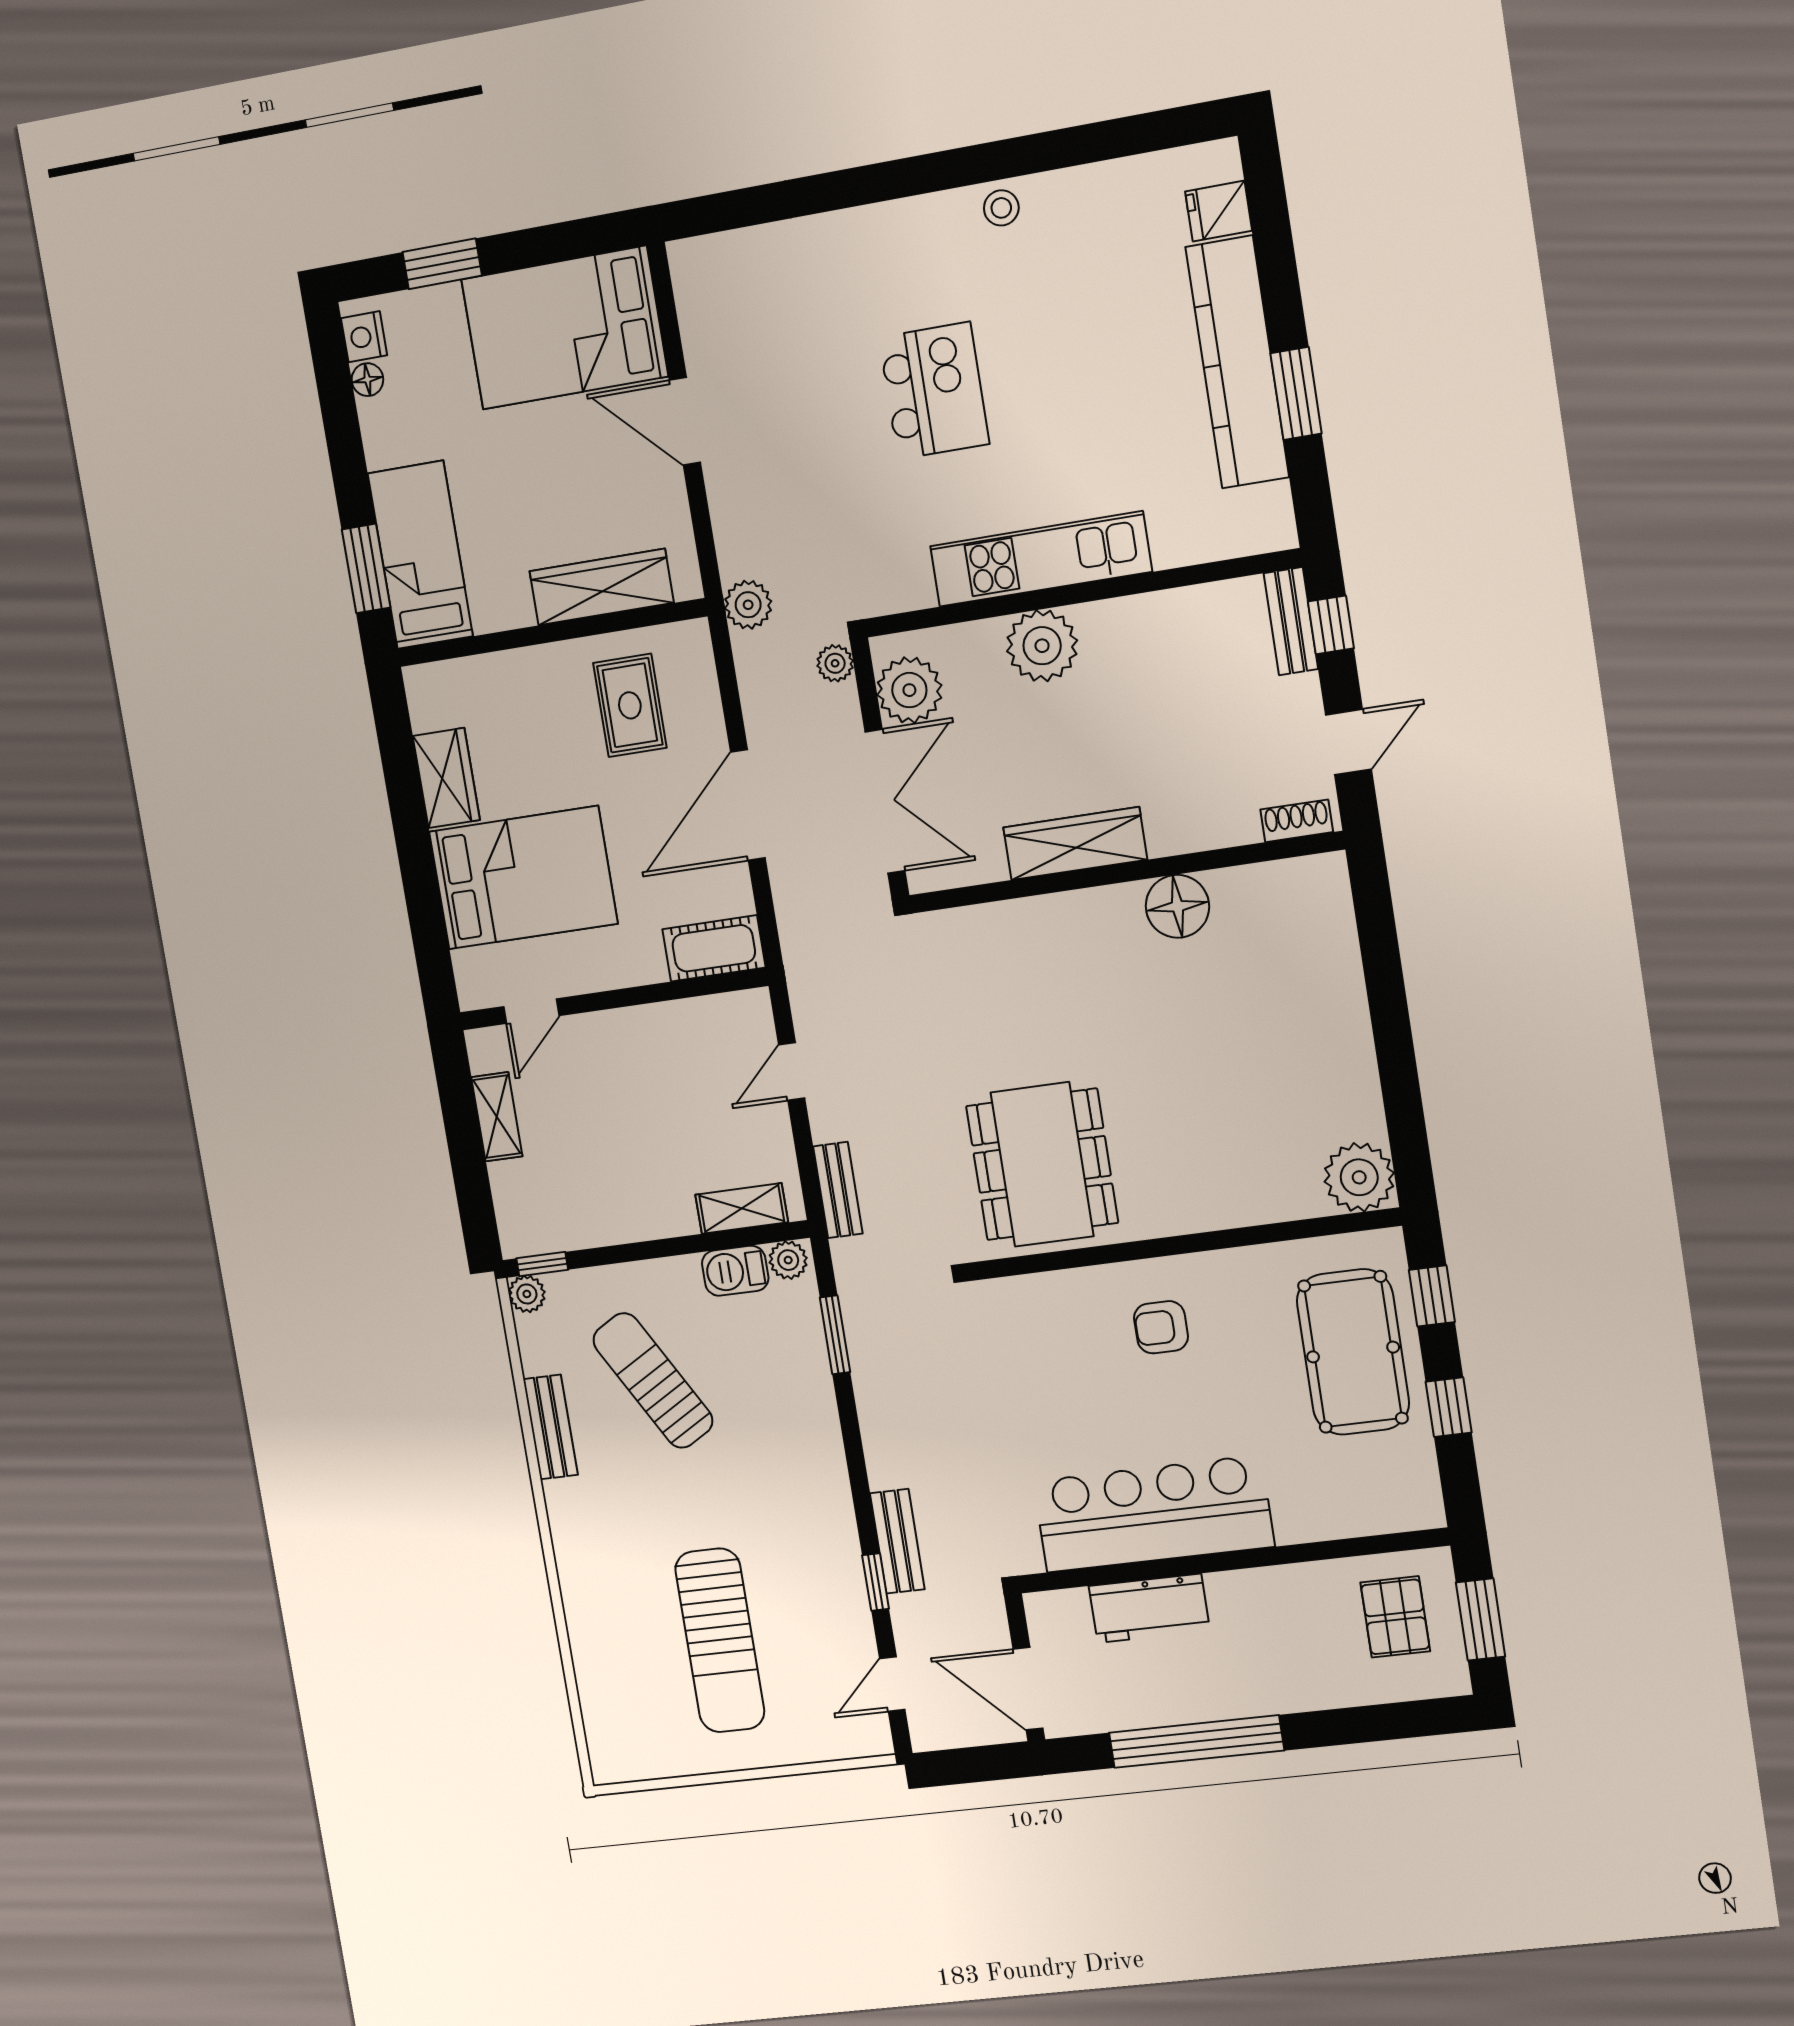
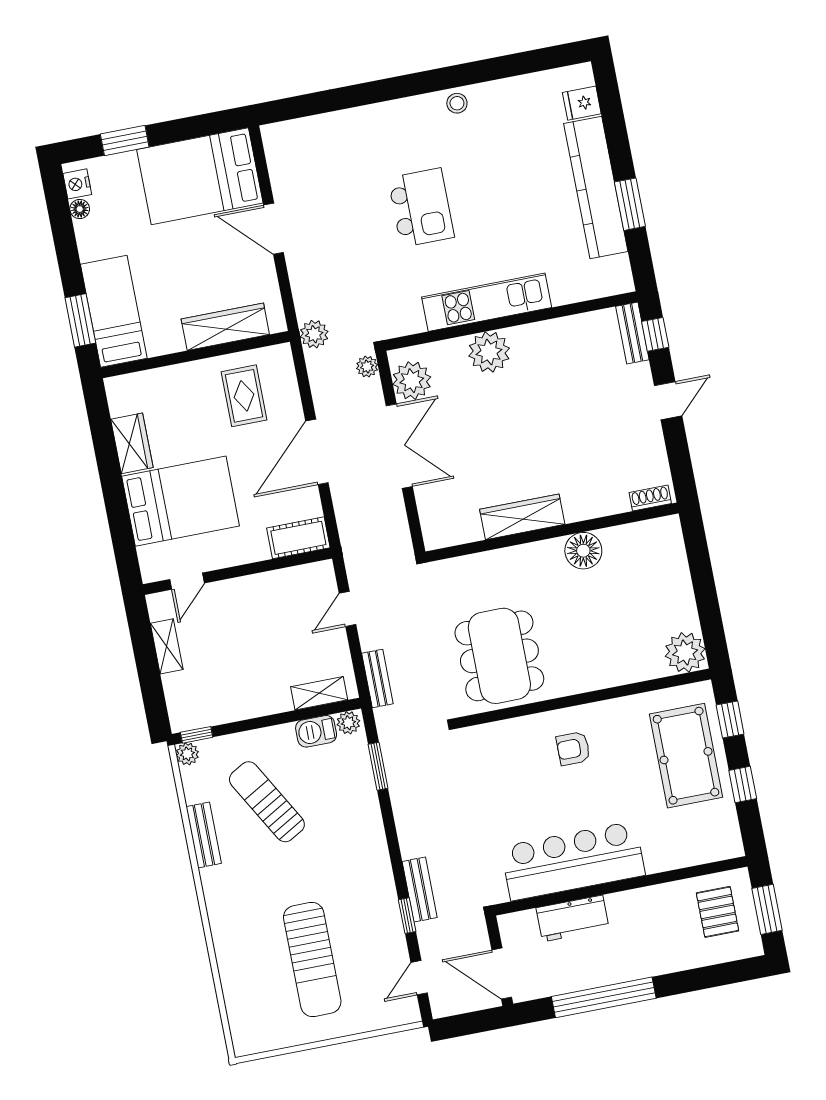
shoe rack: (1297, 821) -> (650, 498), moved
wardrobe: (1075, 843) -> (522, 517), moved
wall: (1125, 873) -> (552, 532), moved
floor lamp: (1177, 906) -> (583, 551), moved

